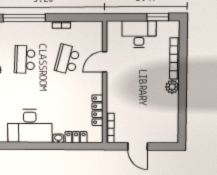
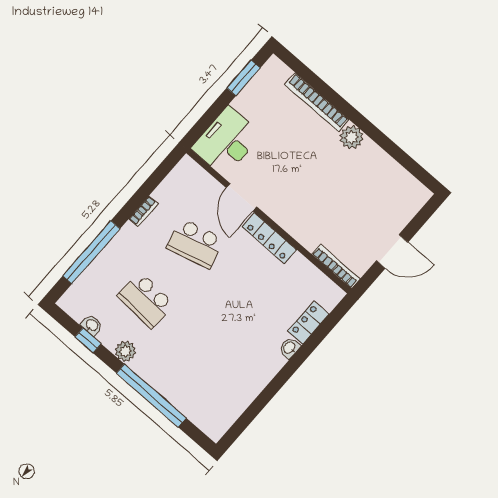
desk: (139, 34) -> (227, 141), moved
school desk: (67, 59) -> (195, 244), turned -30
locker: (98, 110) -> (269, 238), moved
desk: (30, 126) -> (240, 372), removed

